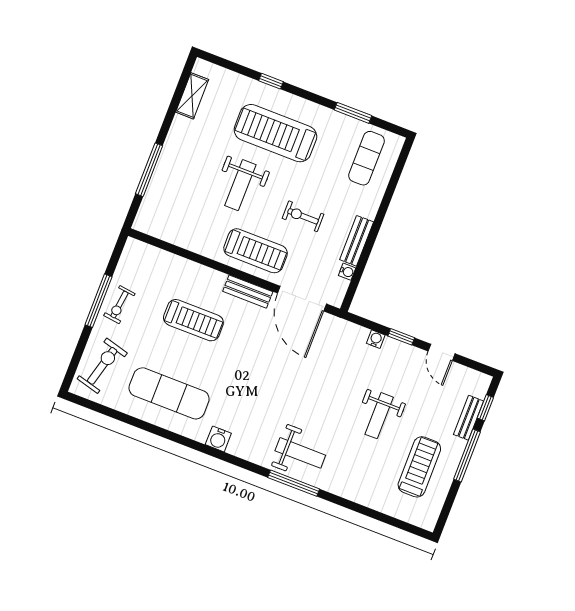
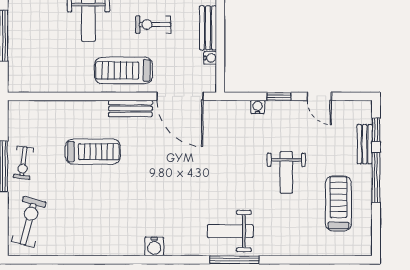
treadmill: (256, 251) -> (124, 70), turned 180
exercise mat: (169, 393) -> (96, 223), removed
weight bench: (300, 453) -> (230, 231), turned 180

